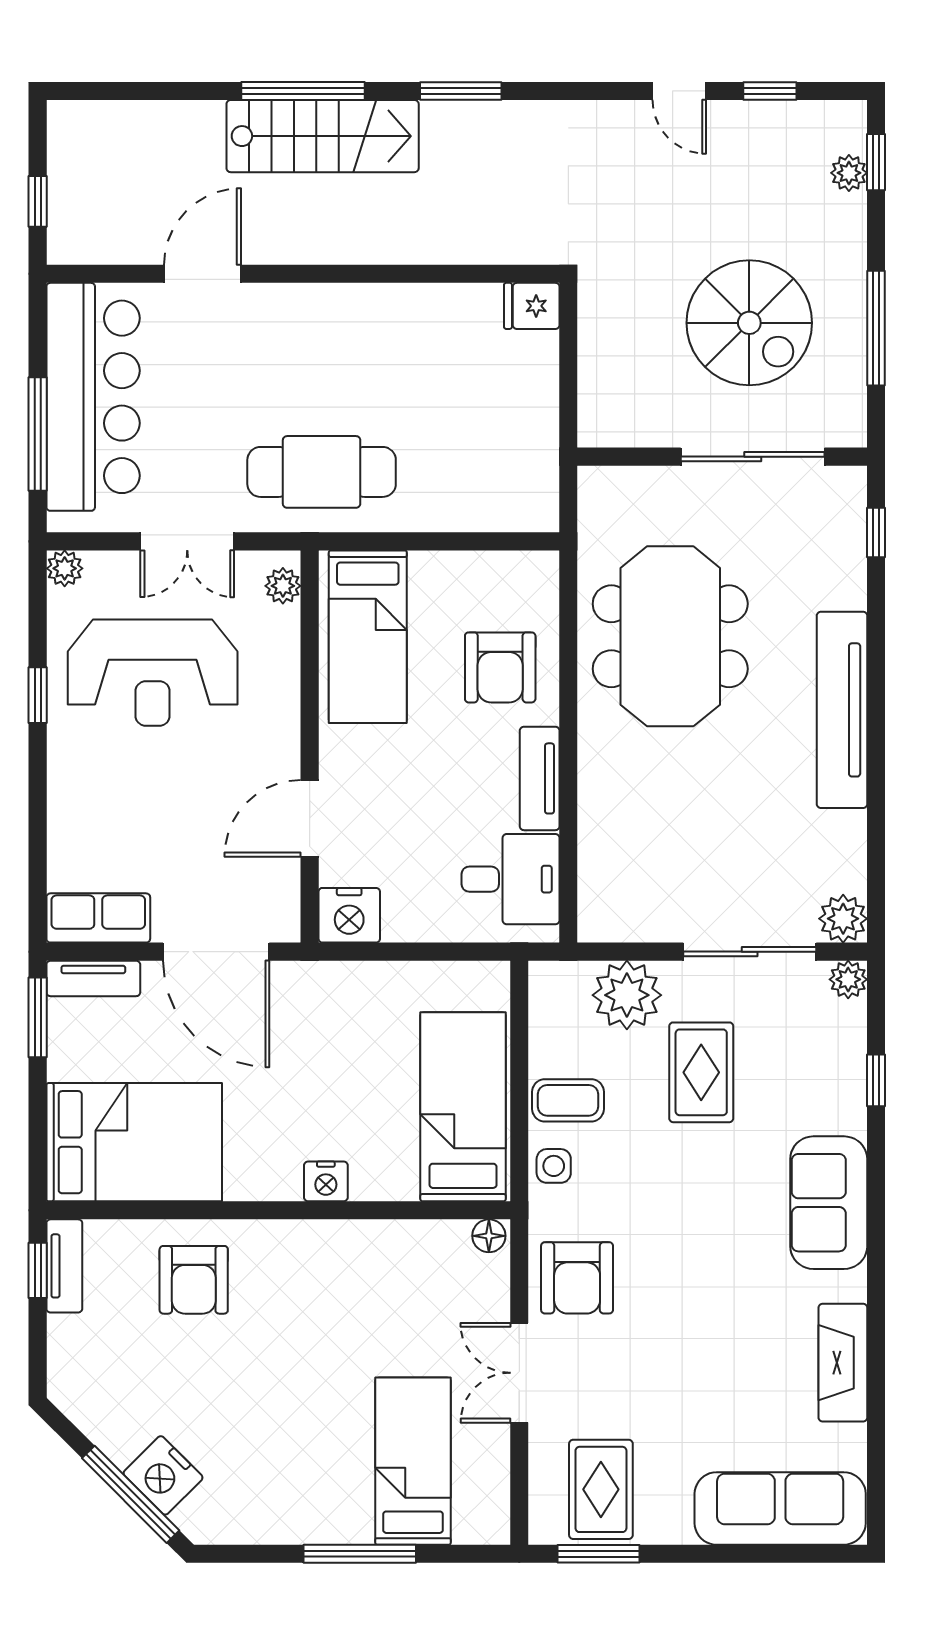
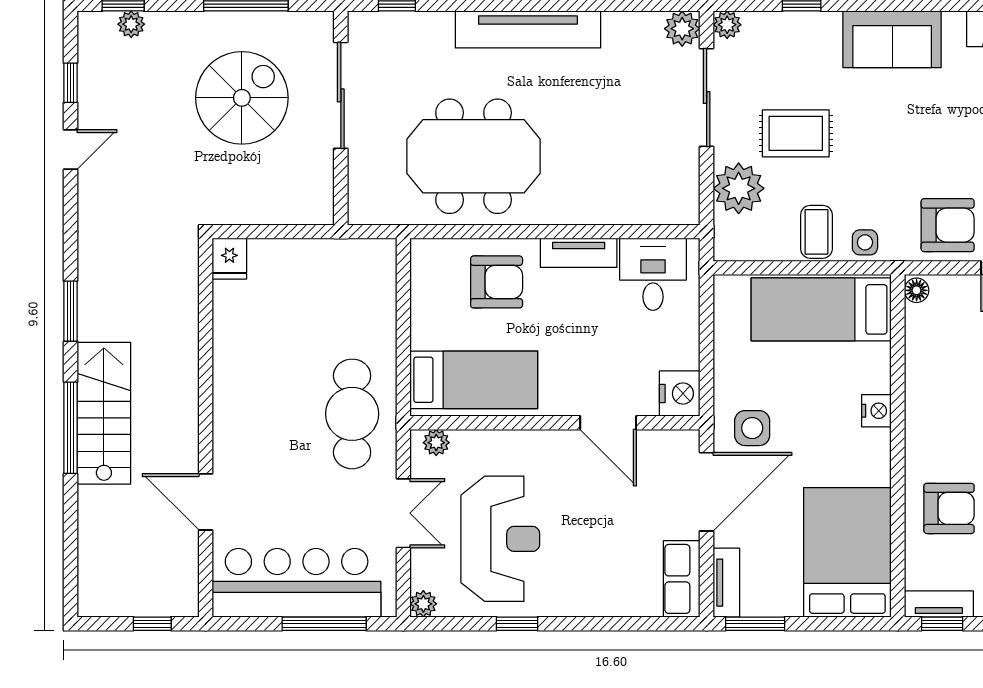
side table: (302, 1013) -> (752, 428), added

